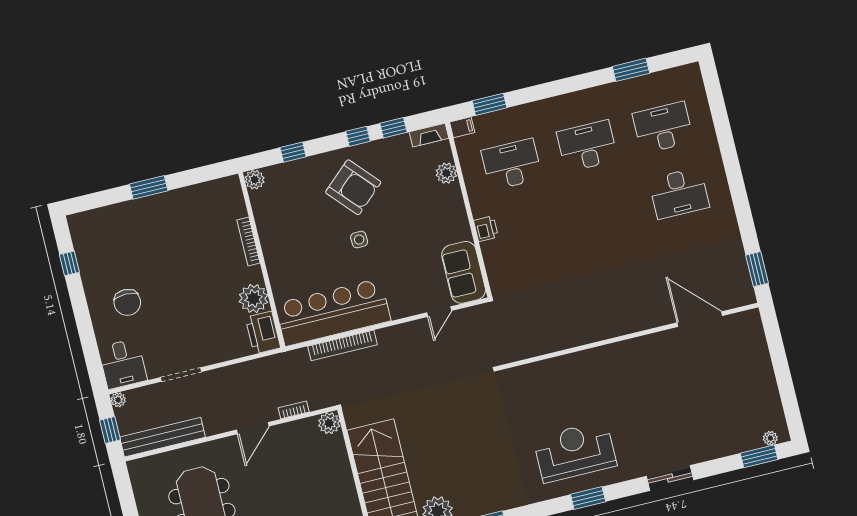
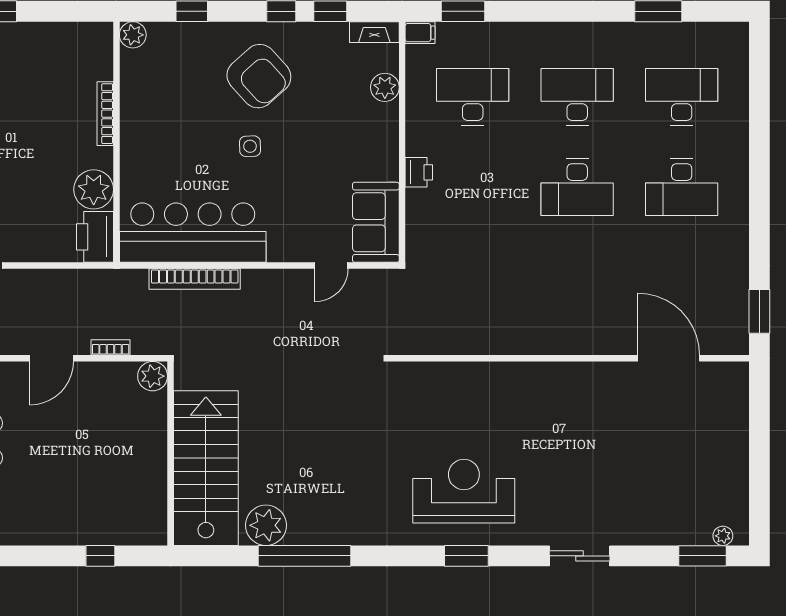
desk: (603, 212) -> (577, 187), added

